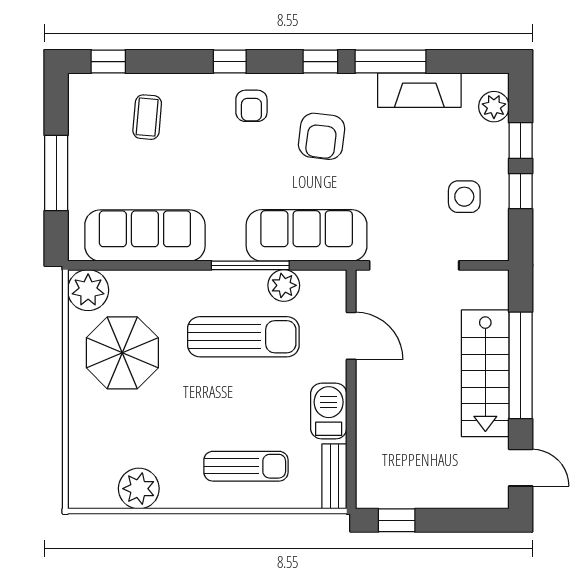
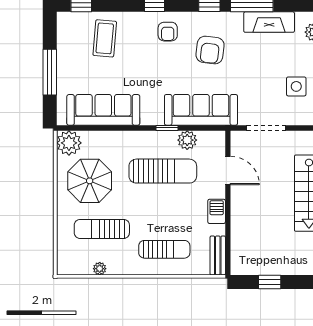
coffee table: (147, 117) -> (105, 38), width x1.36, depth x1.30
window: (250, 265) -> (167, 128), width x0.46
doorway: (414, 265) -> (266, 128), width x0.73
barbecue: (329, 411) -> (217, 211), width x0.73, depth x0.79
sun lounger: (143, 433) -> (102, 229), added
plant: (139, 489) -> (100, 269), width x0.53, depth x0.53
window: (397, 520) -> (270, 282), moved

